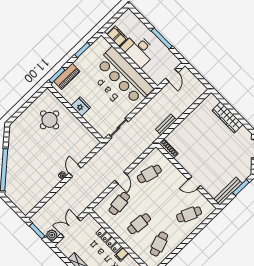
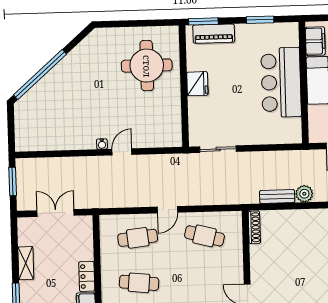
bar counter: (125, 76) -> (281, 82), width x0.73
round table: (50, 120) -> (147, 66), width x1.36, depth x1.36
plant: (52, 235) -> (304, 194), moved
locker: (109, 240) -> (87, 276), width x0.66

